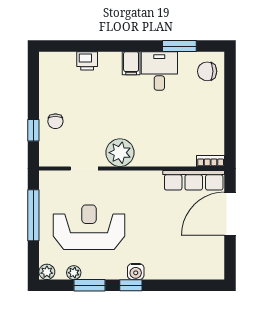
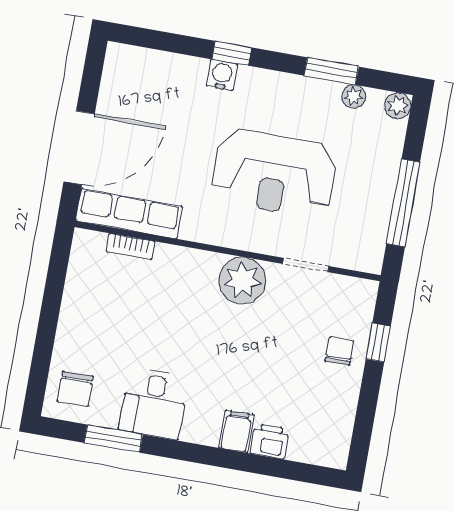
filing cabinet: (131, 63) -> (236, 431), moved
chair: (207, 71) -> (75, 389), turned 90
bookcase: (211, 161) -> (131, 246), moved
reception desk: (89, 227) -> (274, 173), moved
water cooler: (136, 272) -> (222, 75), moved
window: (131, 285) -> (232, 53), moved

